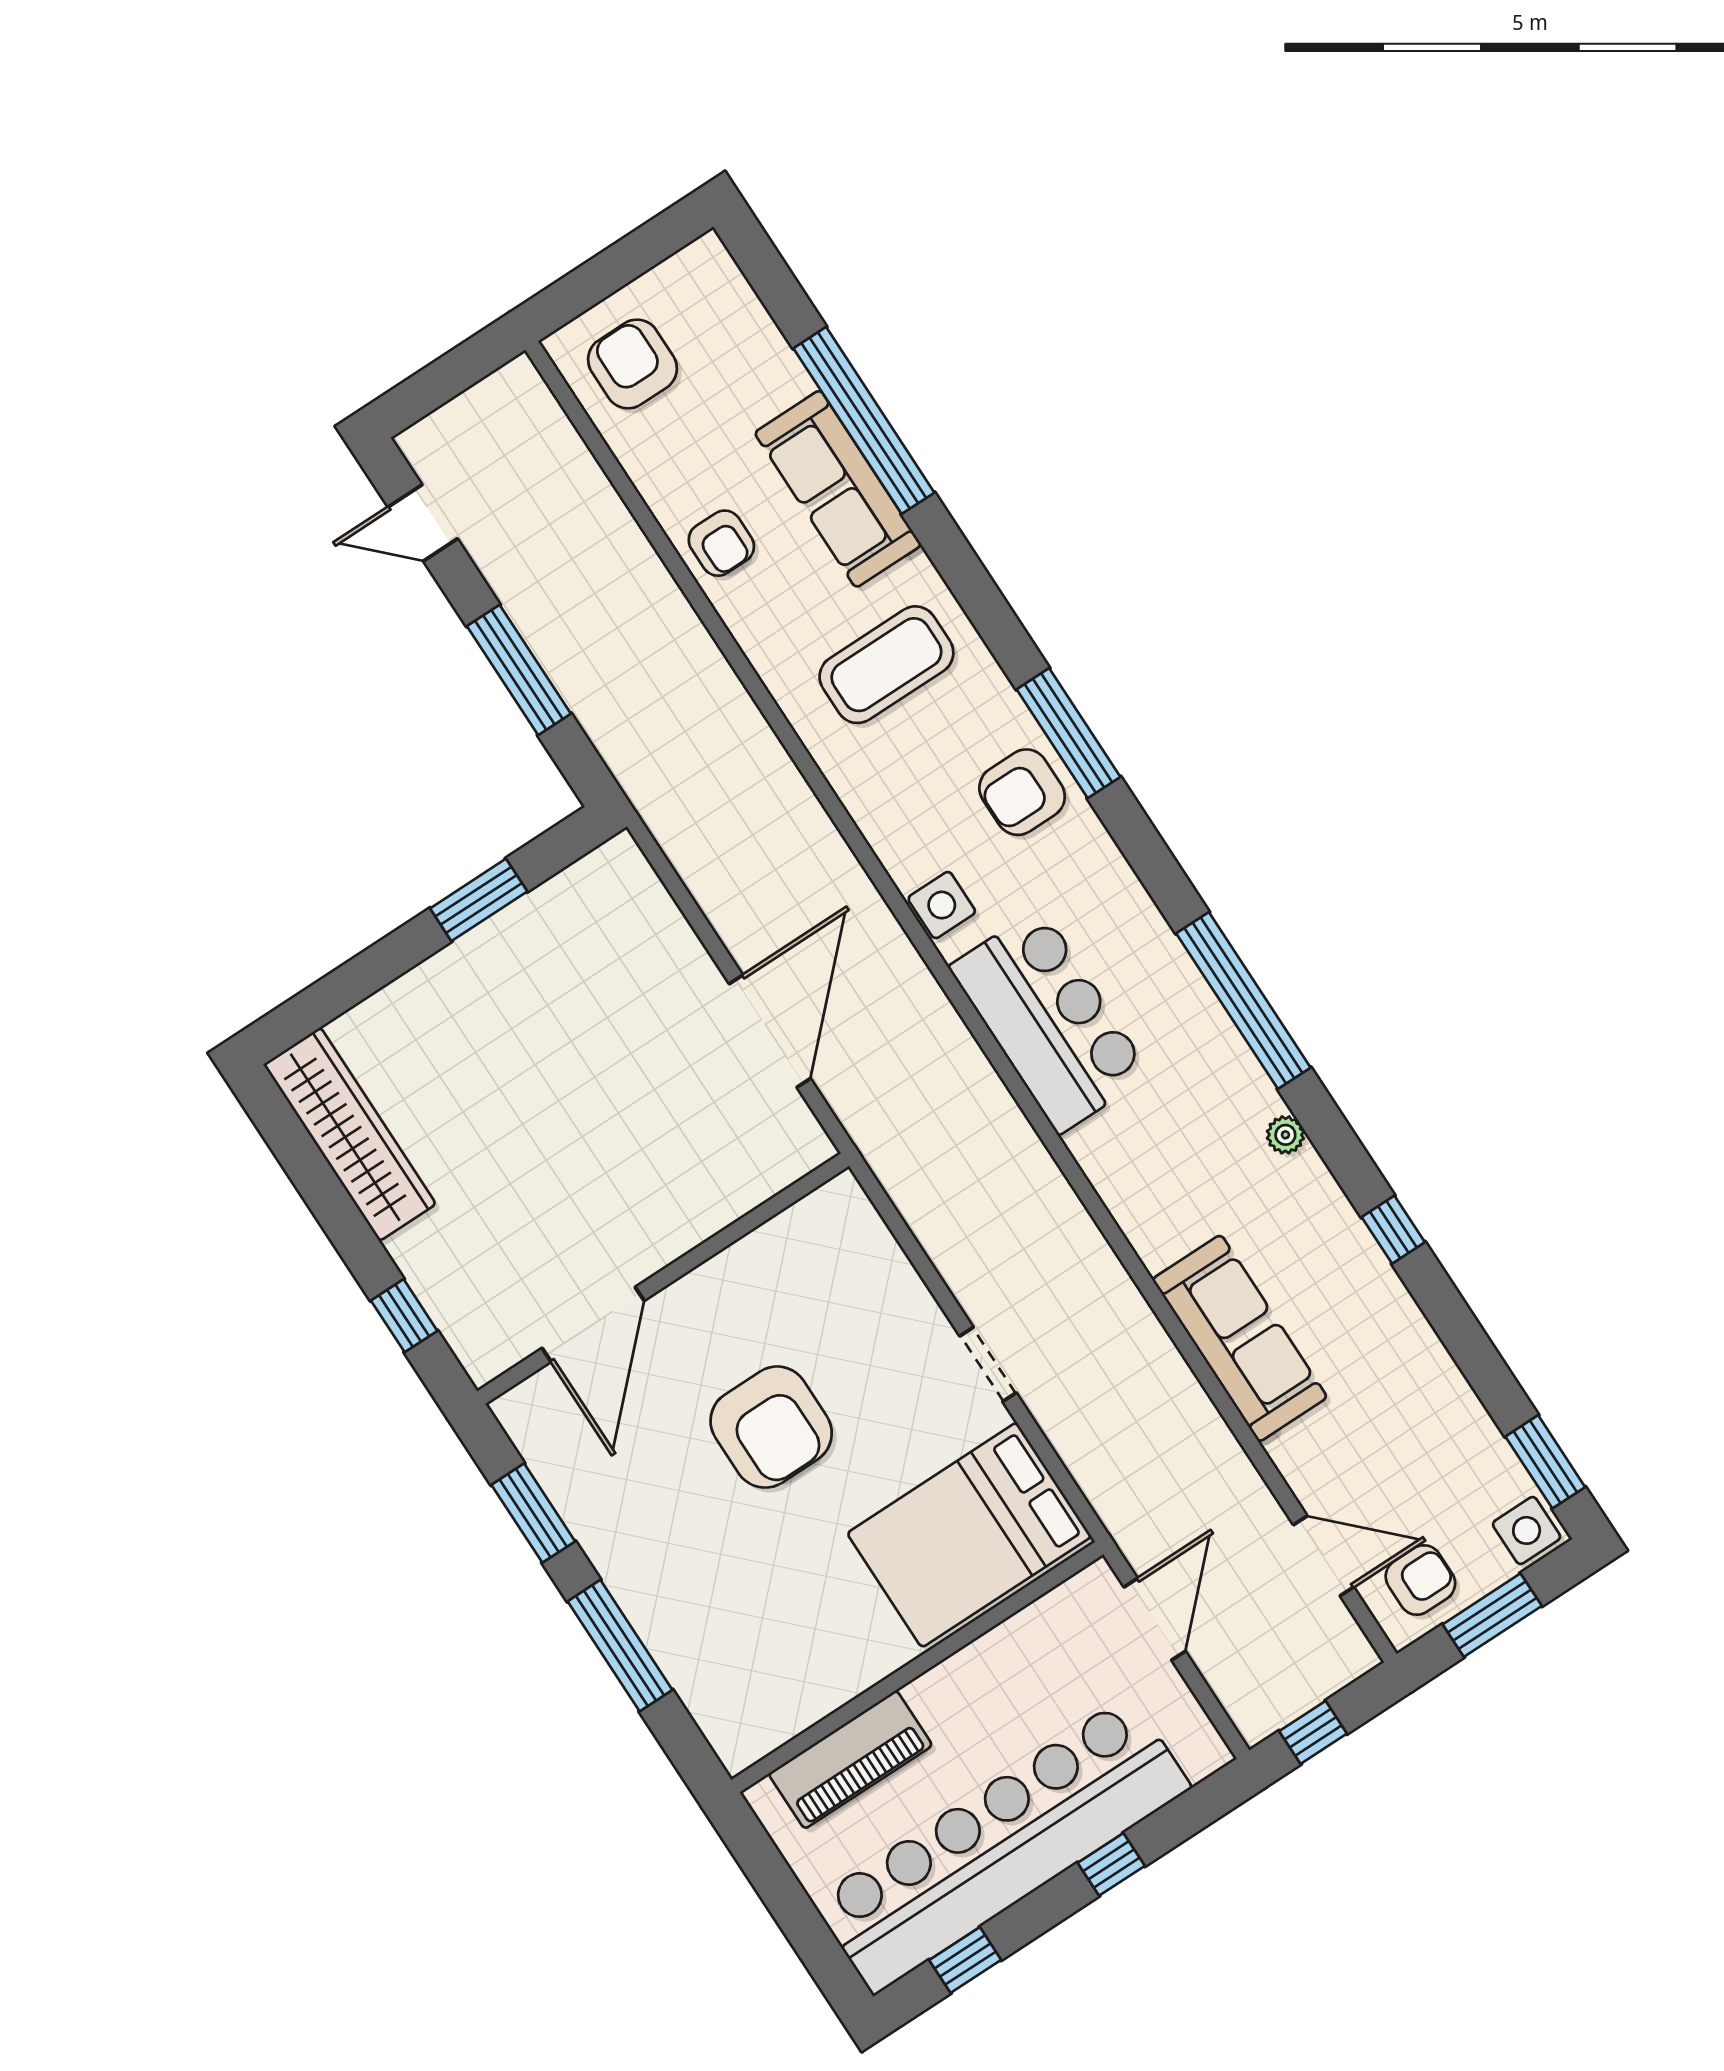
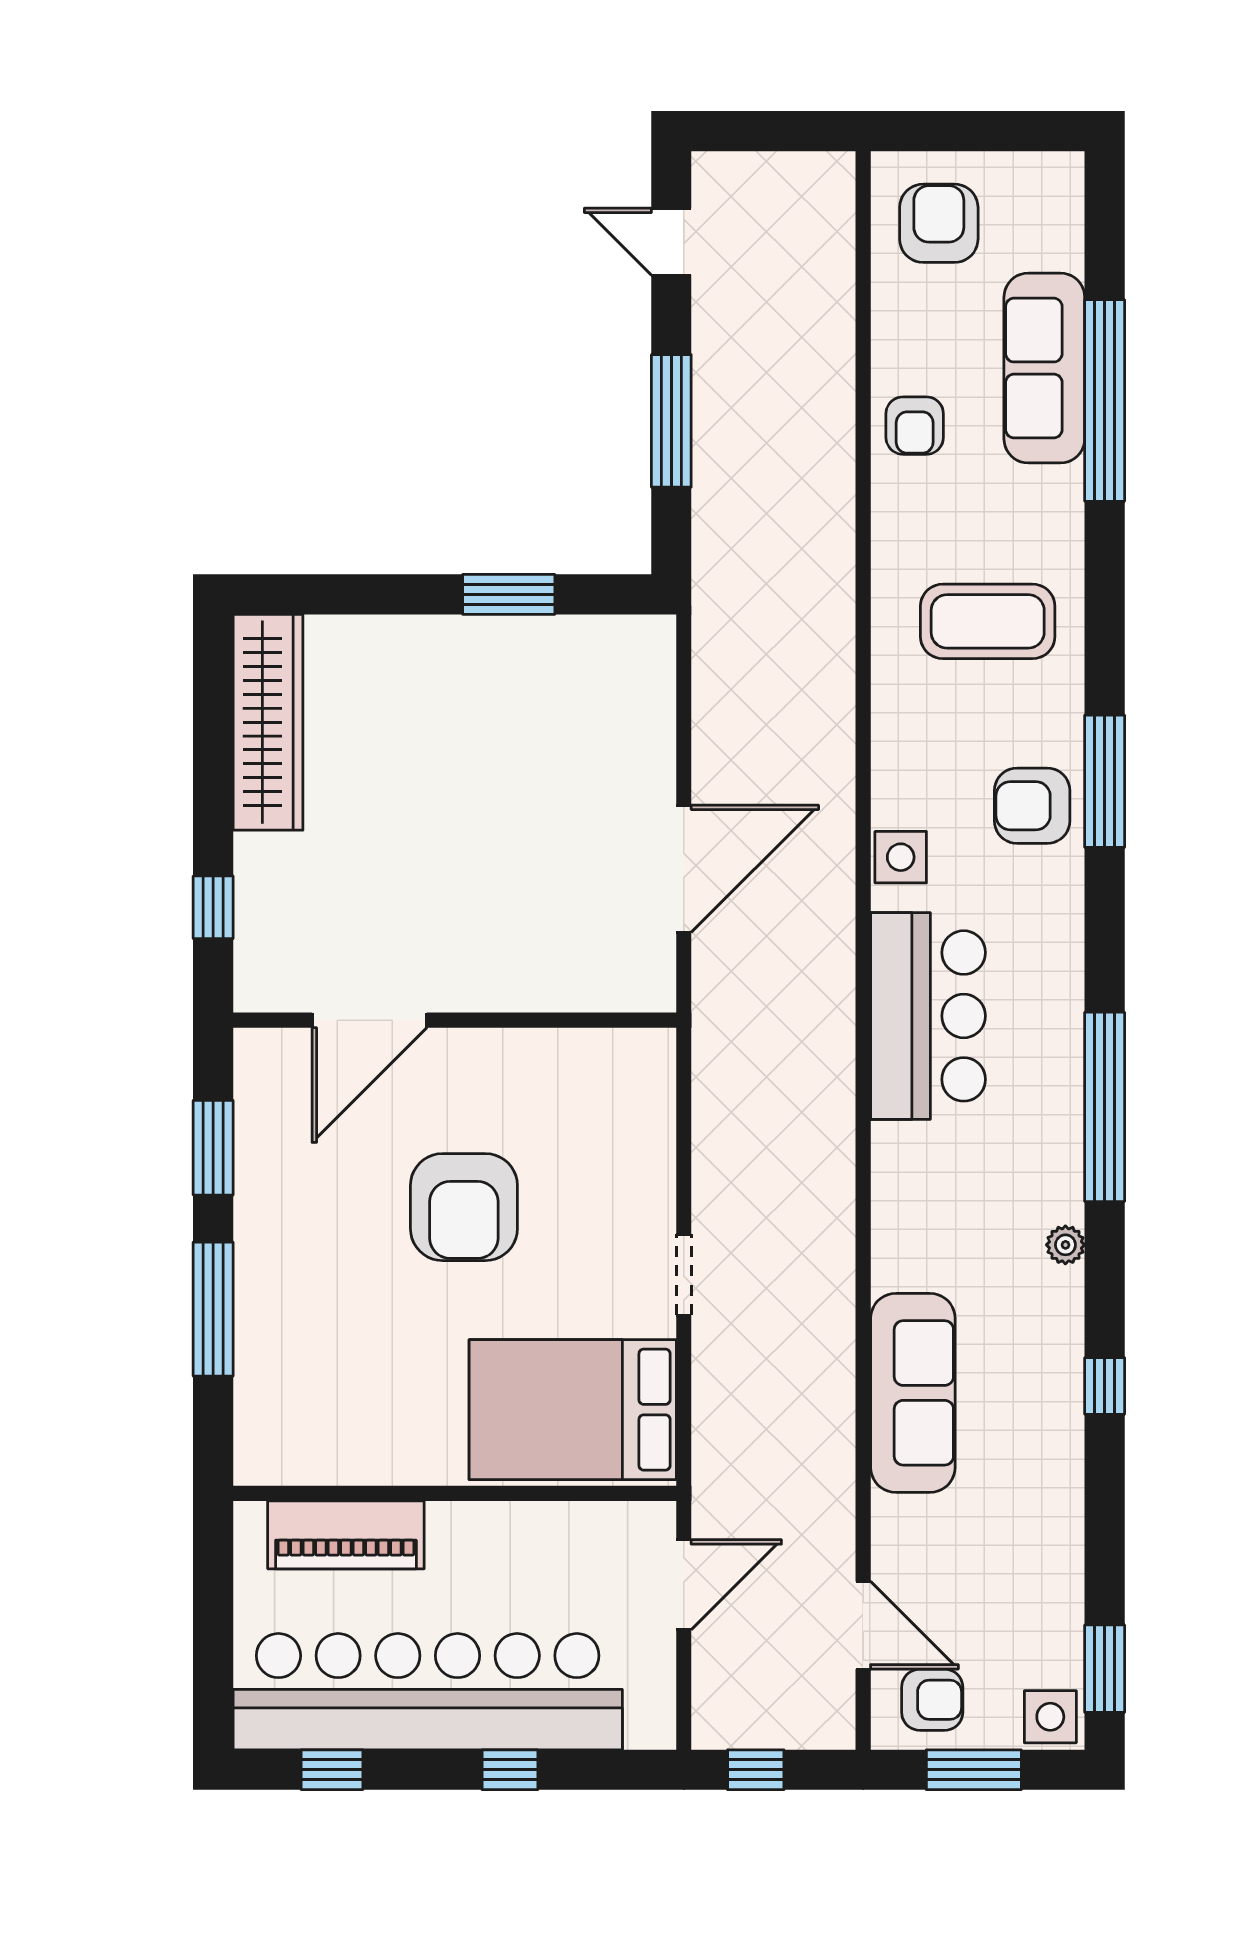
sofa: (838, 489) -> (1044, 368), moved

